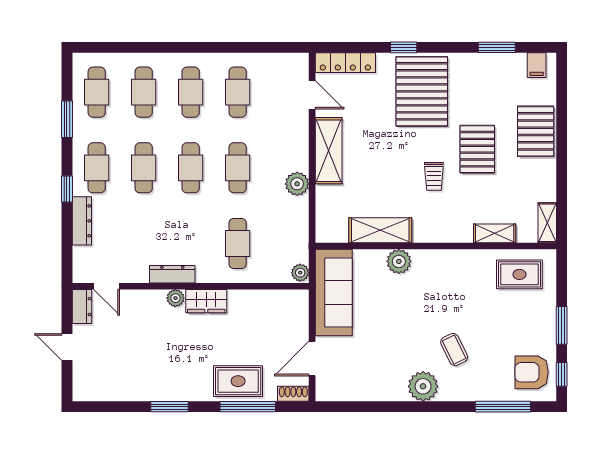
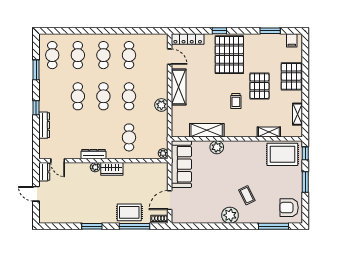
cafe table: (97, 168) -> (52, 96), removed
shelving: (547, 223) -> (298, 114), moved
rug: (519, 274) -> (282, 154), width x1.36, depth x1.43
window: (562, 374) -> (305, 153), moved

